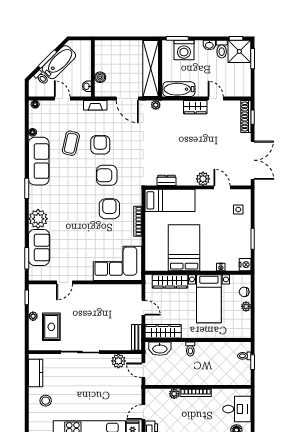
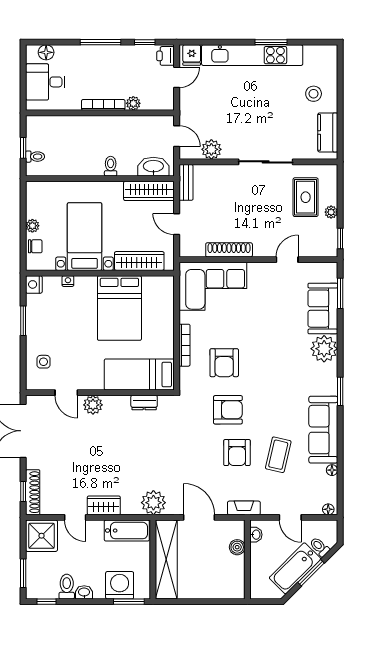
shower: (239, 51) -> (42, 536), moved
plant: (156, 105) -> (153, 503), width x1.87, depth x1.87
shoe rack: (106, 289) -> (229, 250), added

